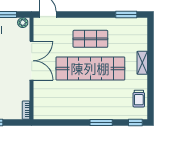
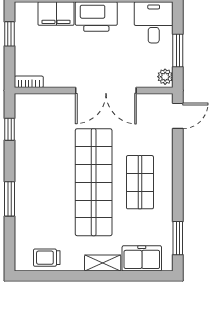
freezer: (139, 38) -> (142, 258), added
window: (135, 122) -> (9, 129), moved

